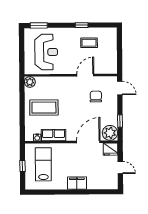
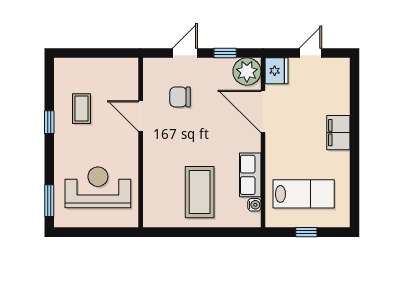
plant: (30, 82) -> (153, 218), removed
door: (120, 88) -> (185, 53), moved
lab bench: (43, 164) -> (304, 194), turned 180

